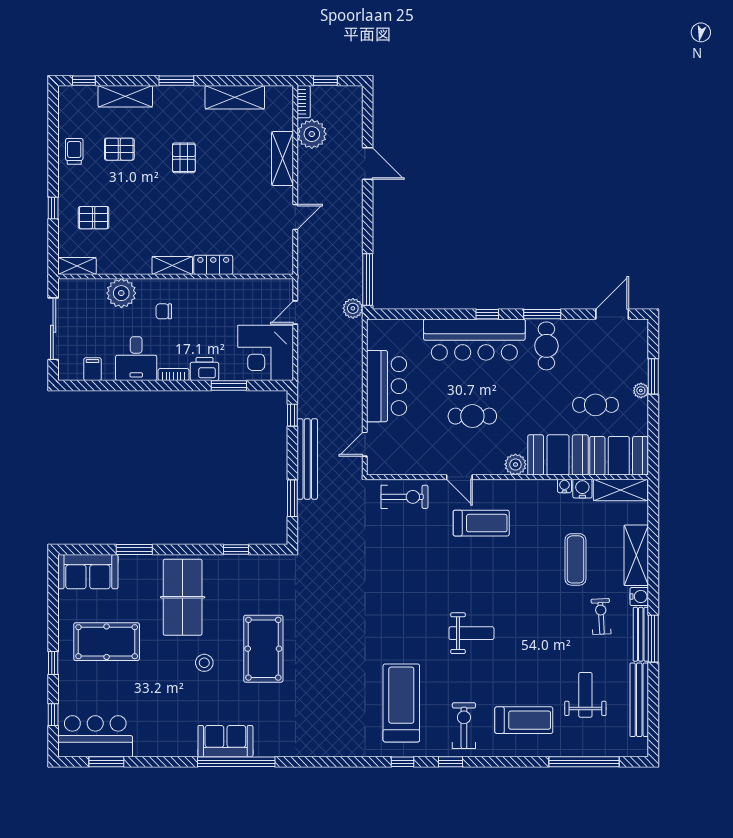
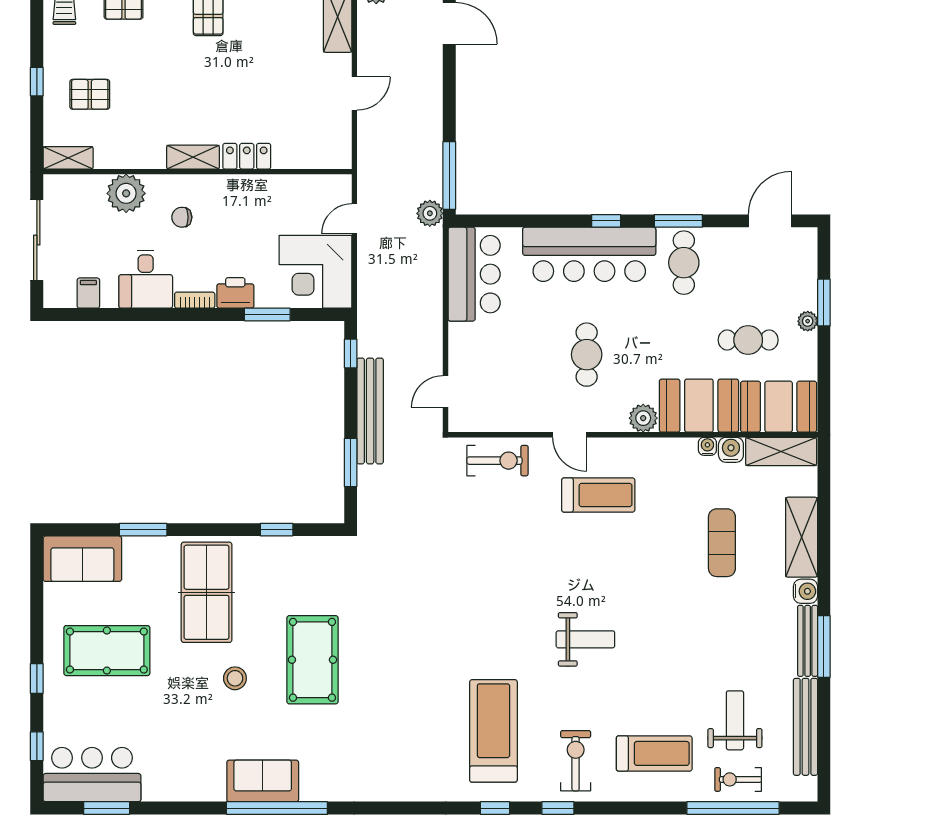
bar counter: (387, 386) -> (474, 274), moved
cafe table: (472, 416) -> (587, 355), turned 90
exercise bike: (601, 616) -> (738, 779), moved, turned -87

